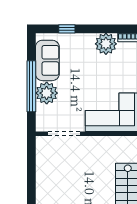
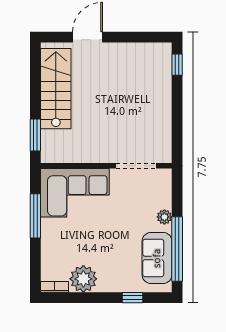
window: (31, 86) -> (177, 249), moved
plant: (47, 93) -> (164, 217), width x0.53, depth x0.53

